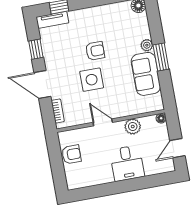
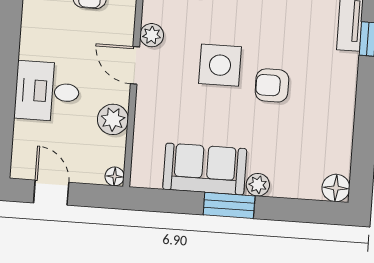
armchair: (95, 51) -> (272, 85), turned 90
plant: (85, 118) -> (152, 35), added
door: (103, 122) -> (135, 65), swing flipped

